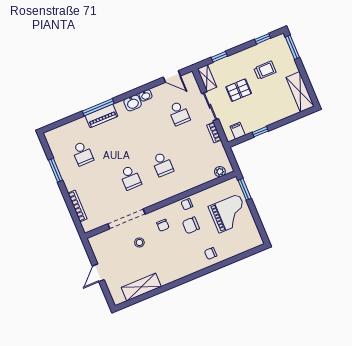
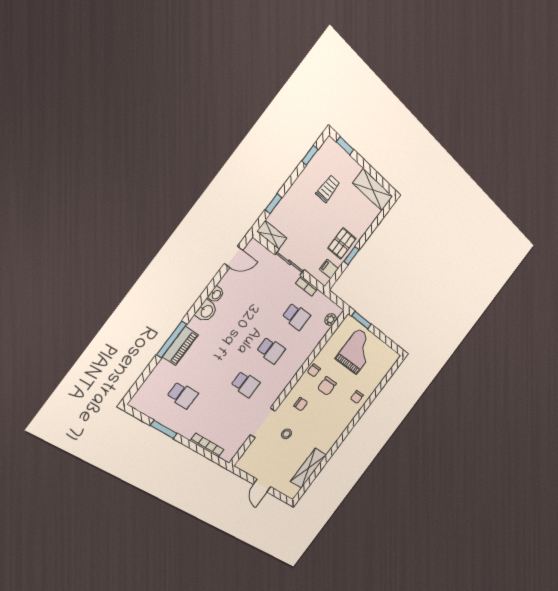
window: (292, 47) -> (345, 146), width x0.67
pallet: (239, 90) -> (342, 243), moved
school desk: (179, 113) -> (296, 316), moved
doorway: (126, 219) -> (263, 423), width x0.73

